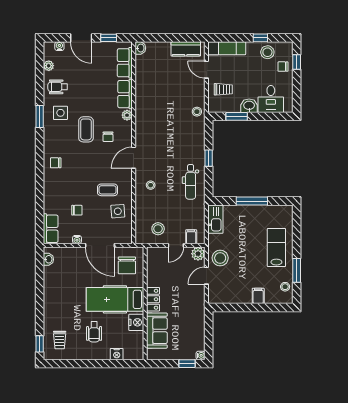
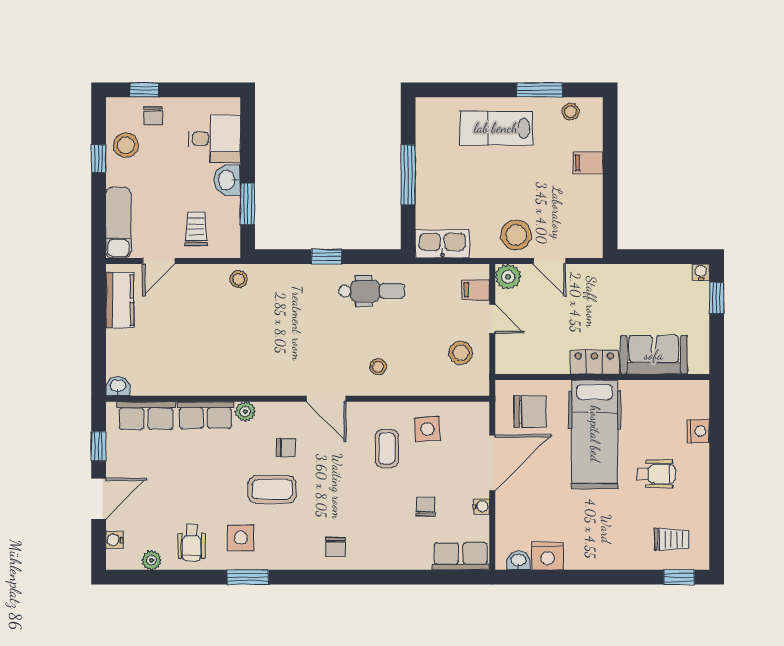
nightstand: (136, 322) -> (548, 556), moved, turned 180

